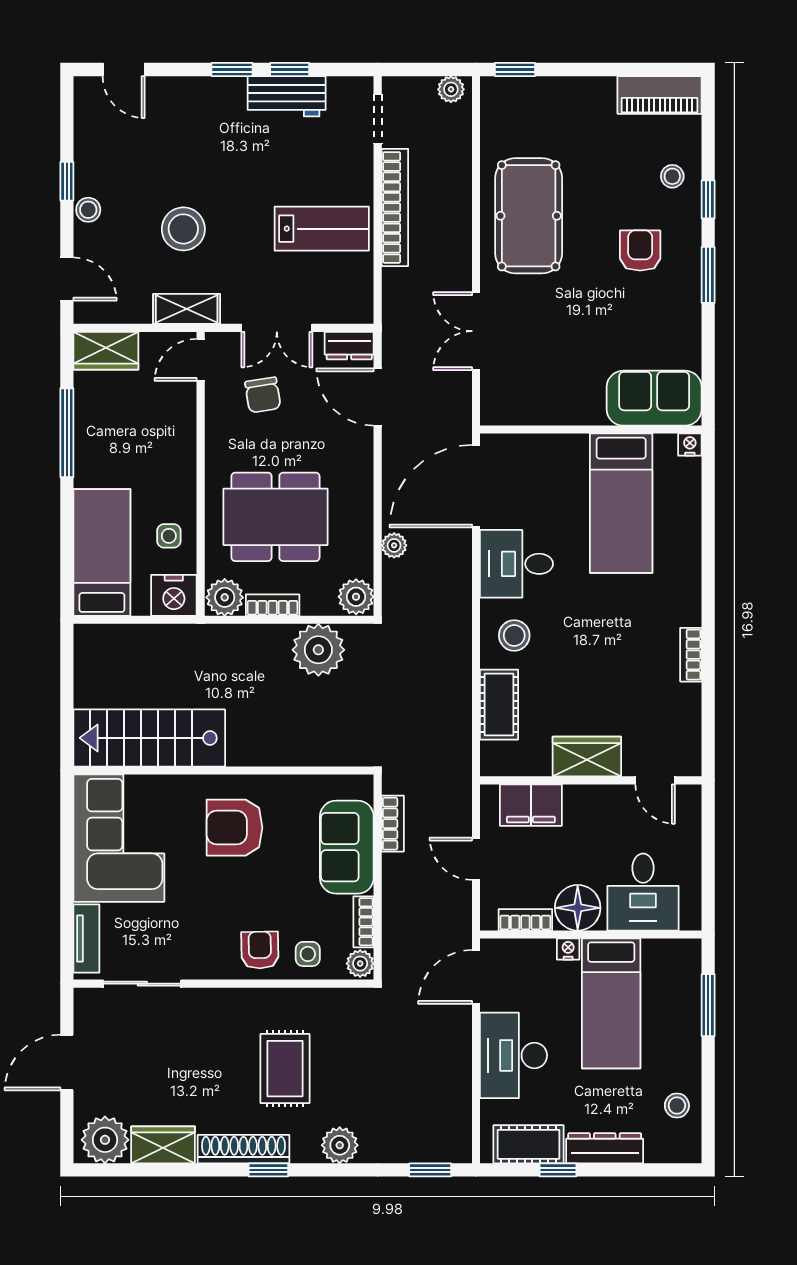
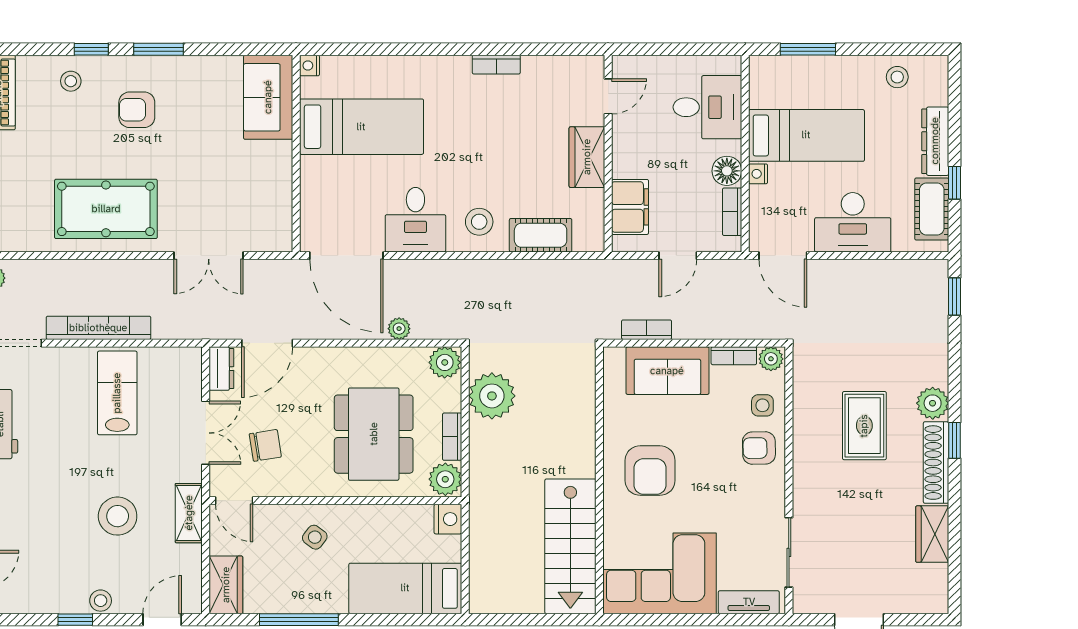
side table: (169, 536) -> (315, 537), moved, turned 37
nightstand: (174, 595) -> (448, 519), width x0.74, depth x0.75
floor lamp: (578, 908) -> (727, 171), width x0.73, depth x0.73
rug: (285, 1069) -> (864, 426), turned 90
plant: (105, 1140) -> (928, 586), removed
plant: (340, 1145) -> (933, 403), moved

